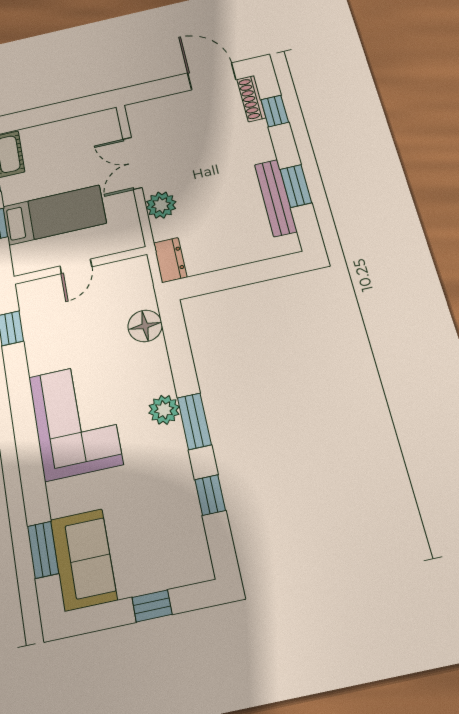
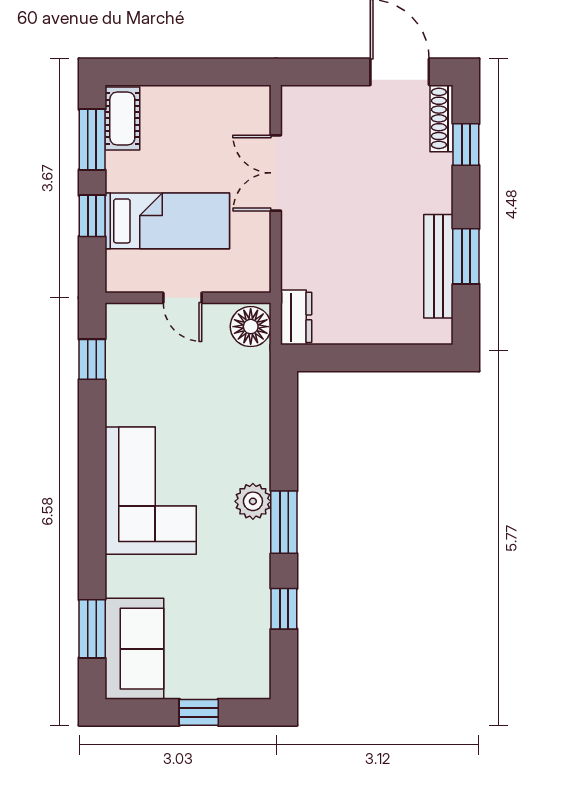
plant: (161, 205) -> (300, 241), removed
door: (76, 266) -> (182, 298), hinge flipped
floor lamp: (145, 326) -> (251, 327), moved

